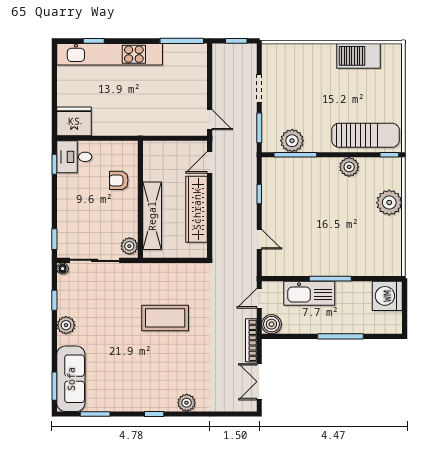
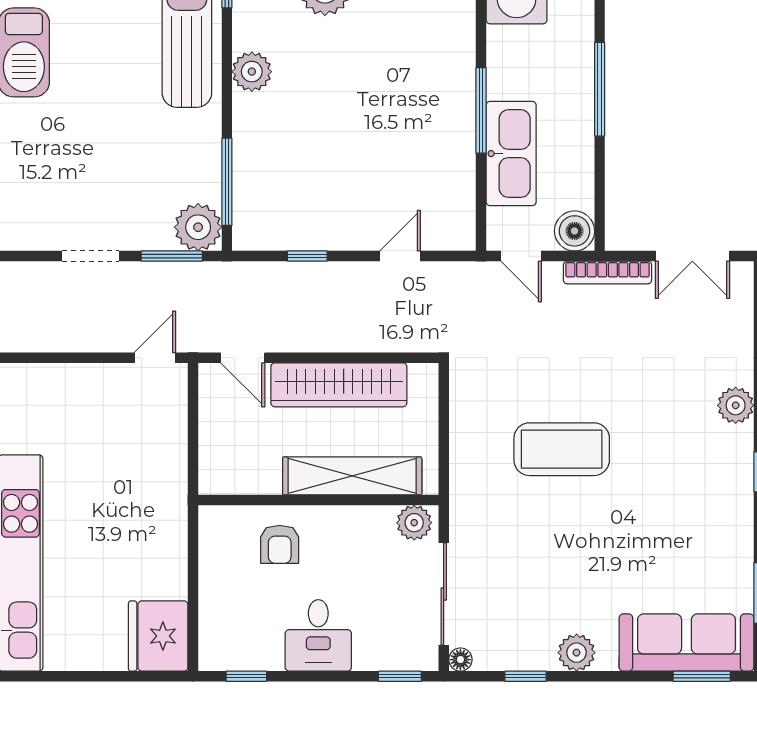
plant: (292, 141) -> (198, 227), moved
desk: (74, 157) -> (318, 635), moved
coffee table: (165, 318) -> (562, 449), turned 90

